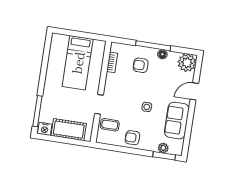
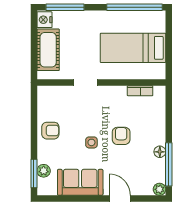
window: (153, 46) -> (169, 164), moved
window: (46, 57) -> (134, 7), added
plant: (187, 63) -> (160, 189), width x0.53, depth x0.53
armchair: (141, 65) -> (121, 136), moved
coffee table: (110, 125) -> (62, 100), removed
armchair: (132, 138) -> (50, 131), turned 90

